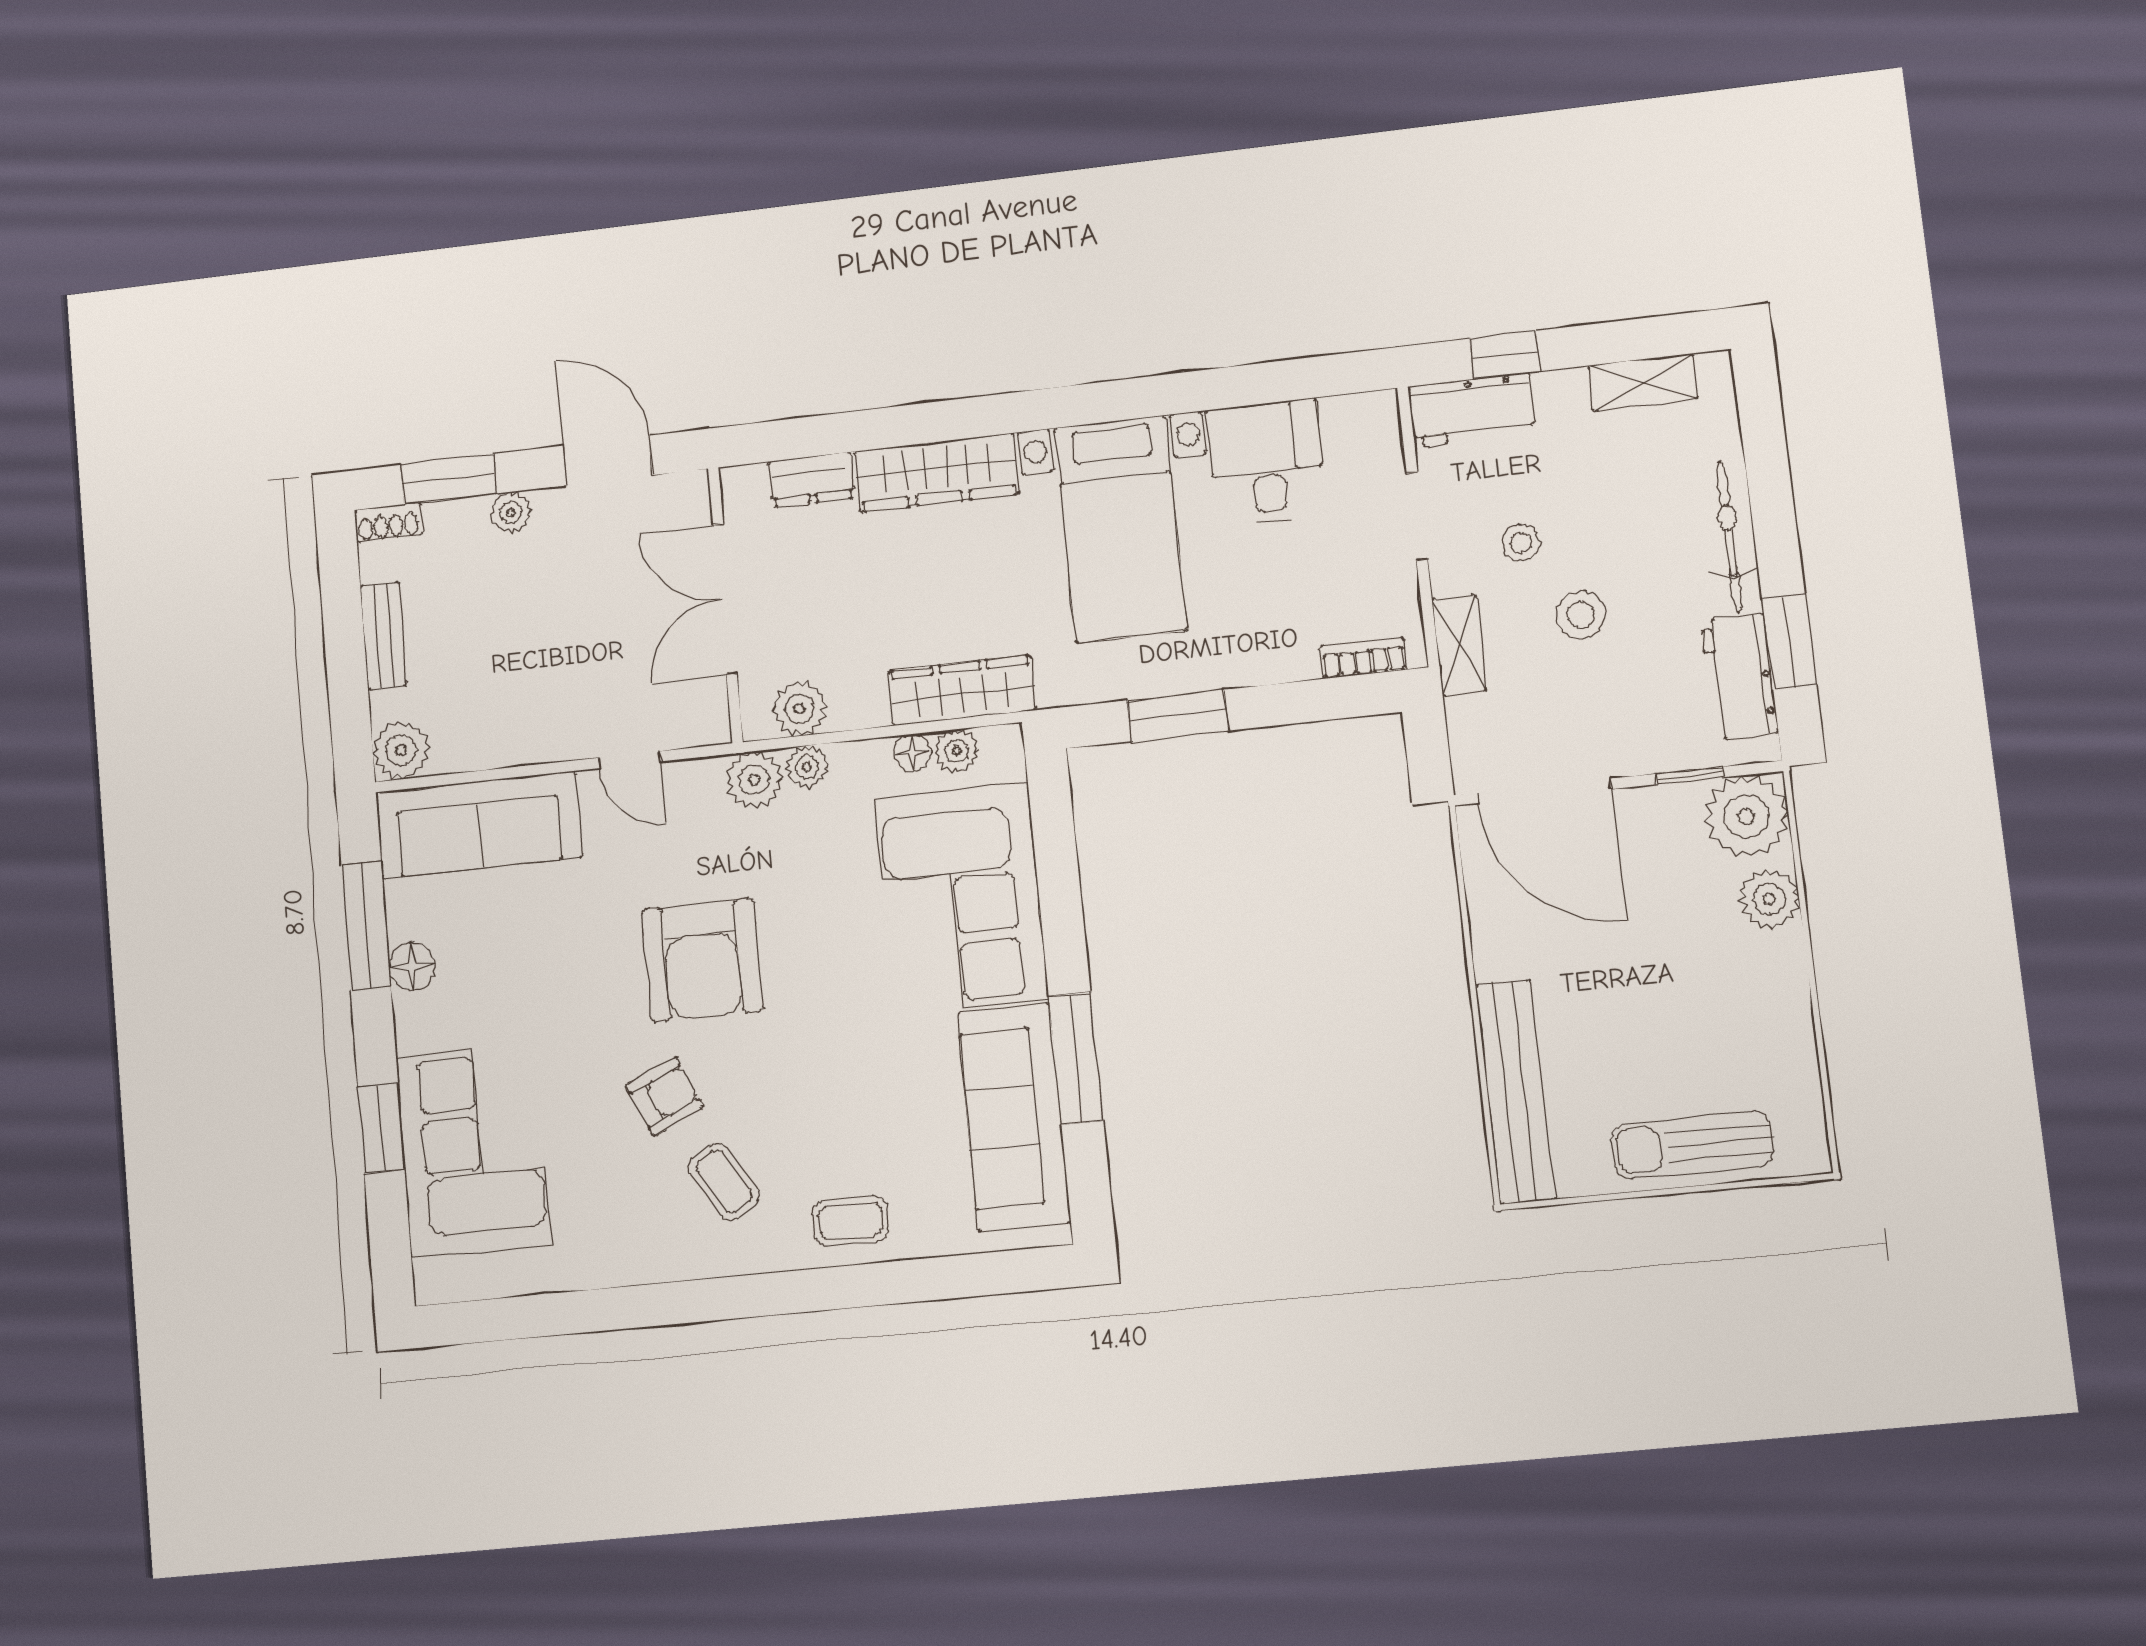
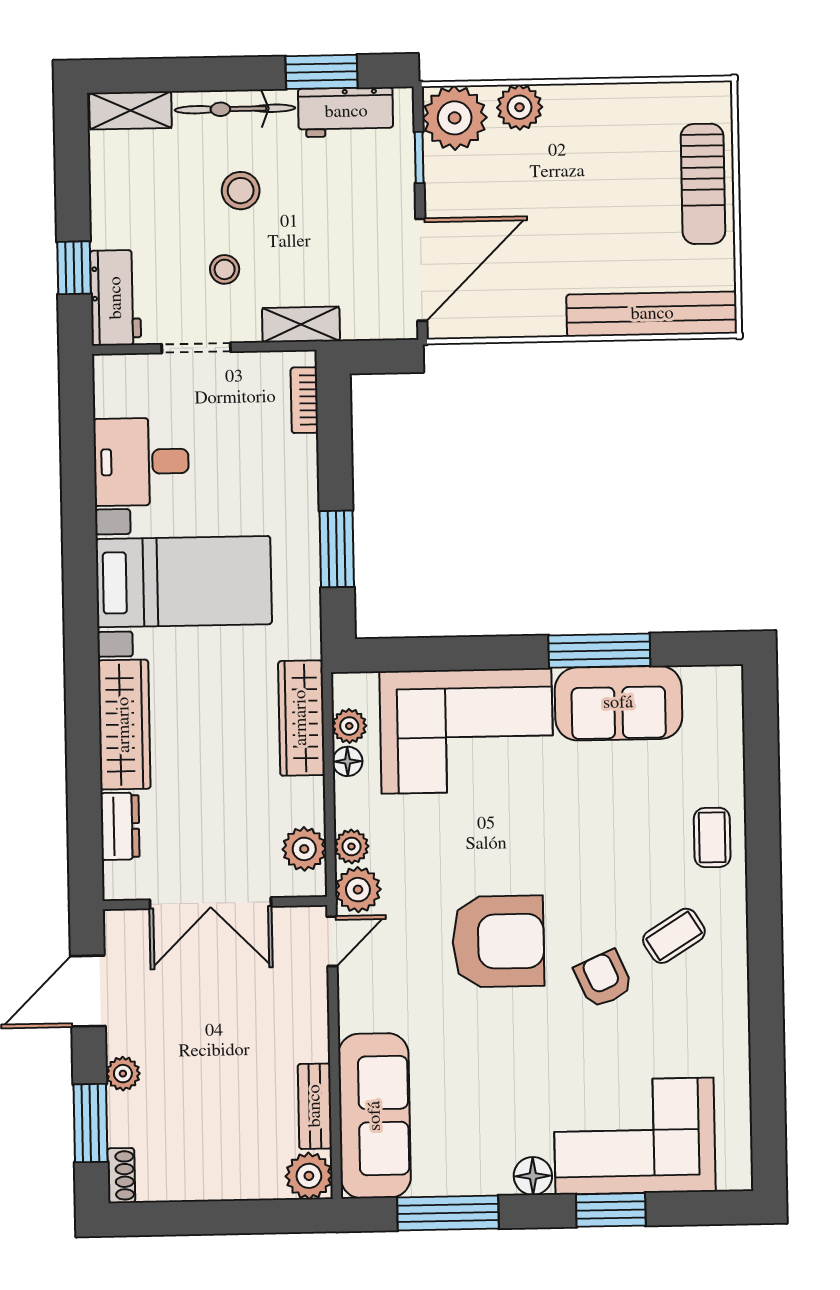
shelving: (1643, 382) -> (130, 110), moved, turned 90
stool: (1581, 615) -> (241, 191), moved
bench: (383, 635) -> (315, 1106), moved, turned 90
door: (630, 760) -> (332, 941), moved
floor lamp: (412, 967) -> (533, 1176), moved
sofa: (1014, 1117) -> (618, 703), width x0.73

